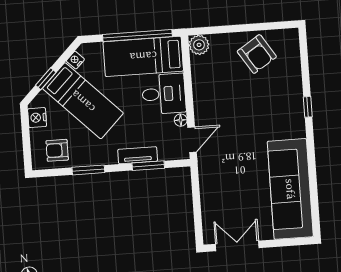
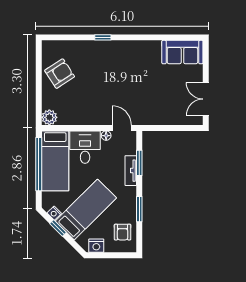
window: (46, 79) -> (58, 228), moved
sofa: (290, 189) -> (182, 52), width x0.54, depth x0.79

